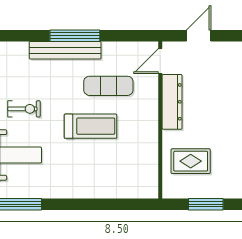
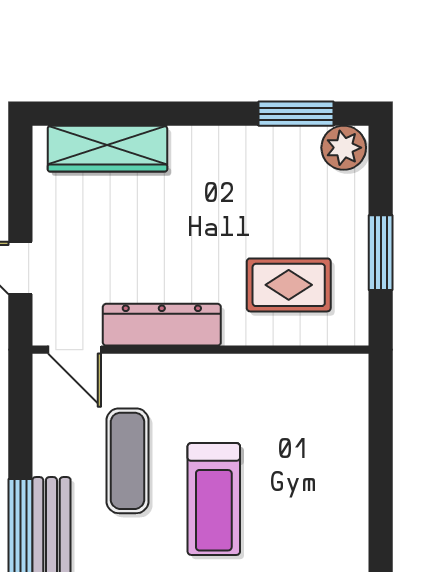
treadmill: (91, 126) -> (214, 499), turned 180
rug: (191, 161) -> (289, 285), turned 90

